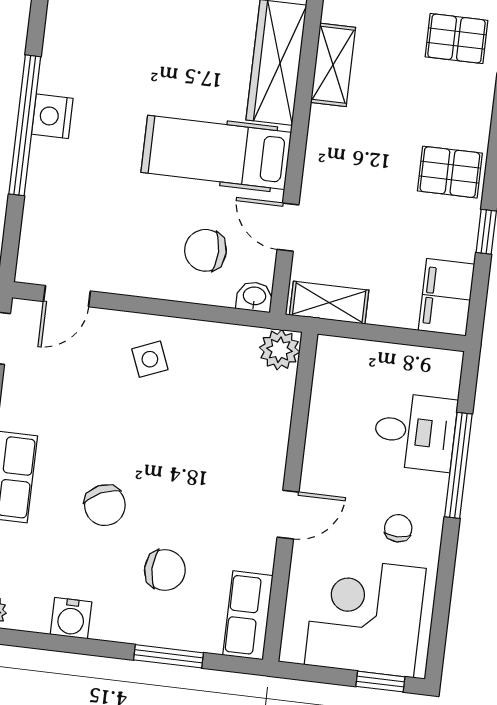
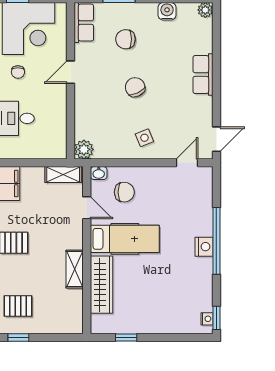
shelving: (333, 65) -> (75, 269), moved
chair: (105, 505) -> (135, 87), moved

